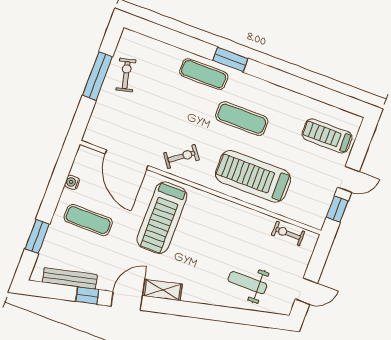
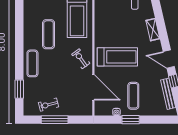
window: (230, 59) -> (19, 89), moved
door: (127, 160) -> (93, 87), hinge flipped
window: (37, 236) -> (131, 120), moved
shelving: (163, 290) -> (153, 30), moved

